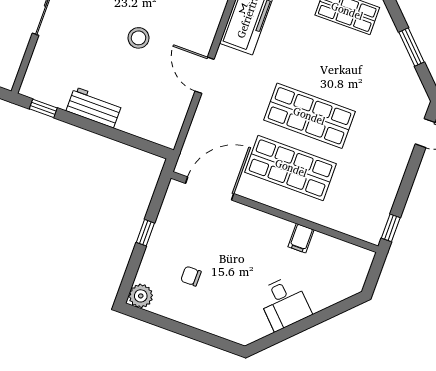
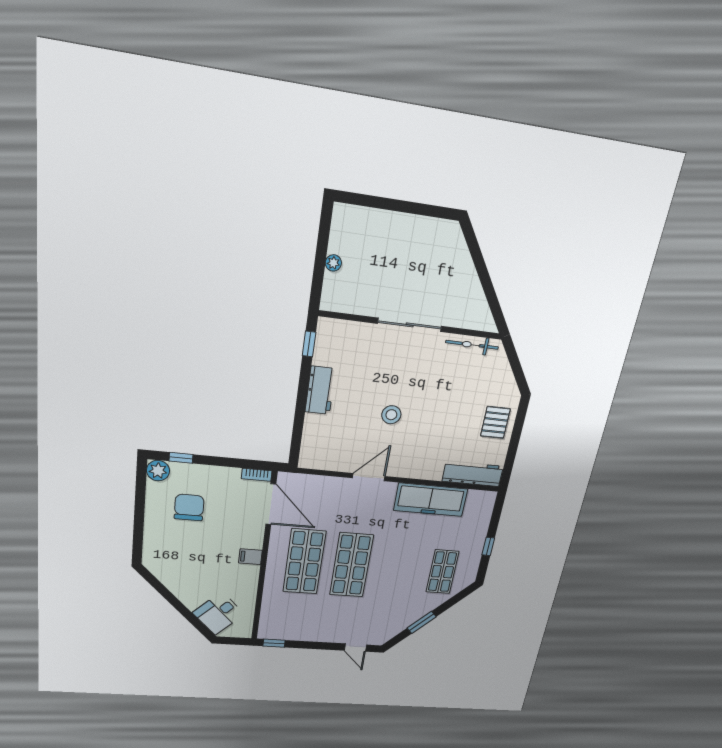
bookcase: (171, 195) -> (257, 475), added
window: (145, 233) -> (181, 458), moved
filing cabinet: (301, 238) -> (250, 557), moved
chair: (191, 276) -> (189, 507), width x1.87, depth x1.87
desk: (284, 303) -> (219, 613), moved

